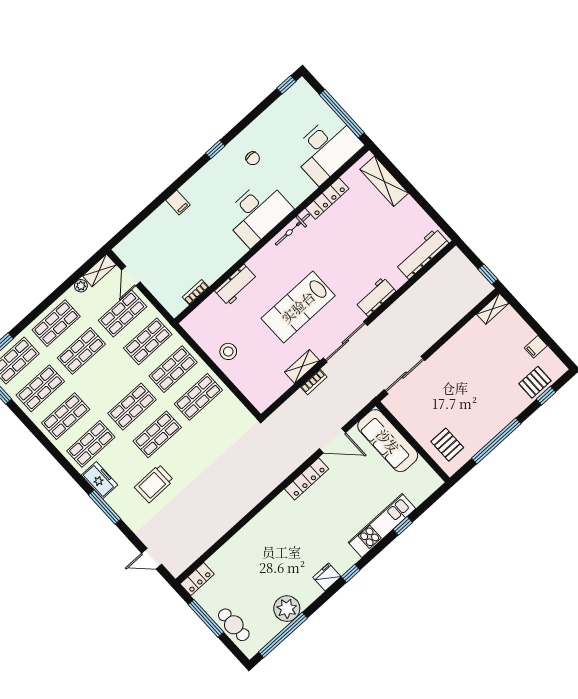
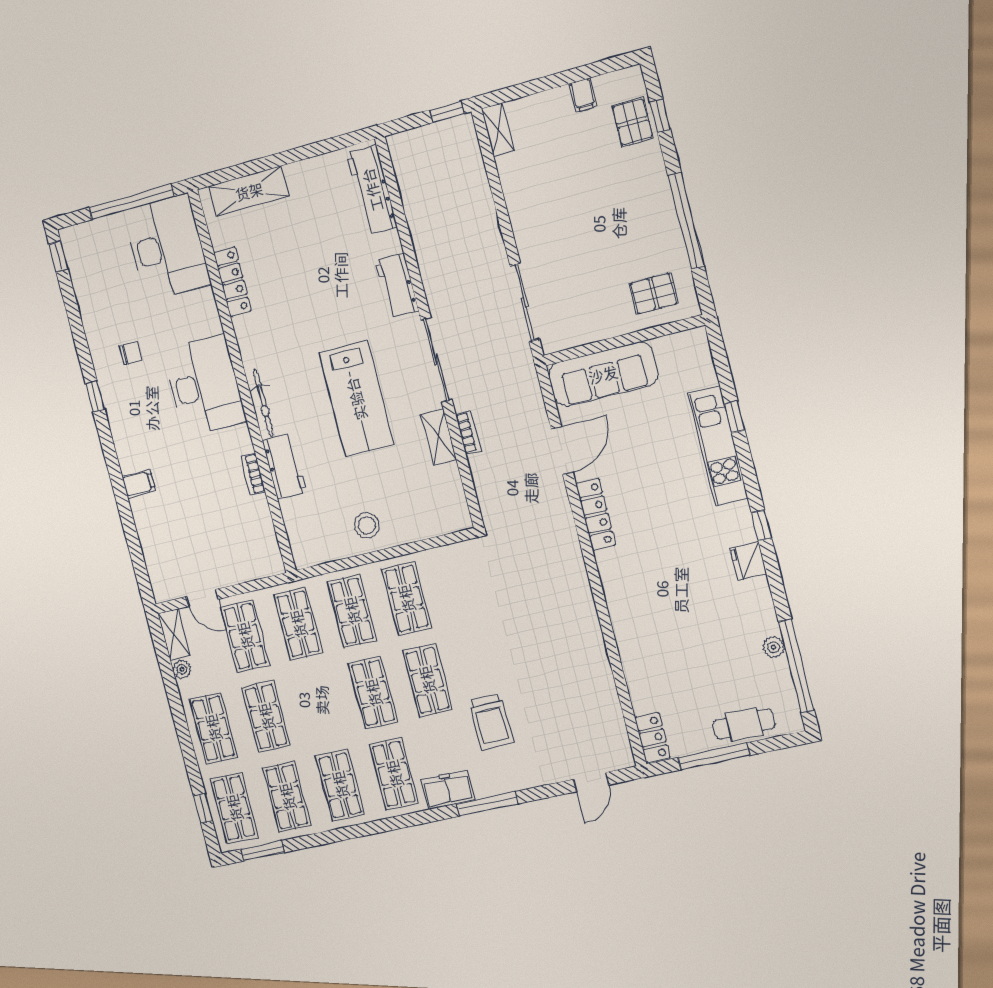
bicycle: (292, 229) -> (263, 403), moved
bookcase: (196, 292) -> (253, 474), moved
plant: (287, 609) -> (774, 647), width x0.53, depth x0.53

